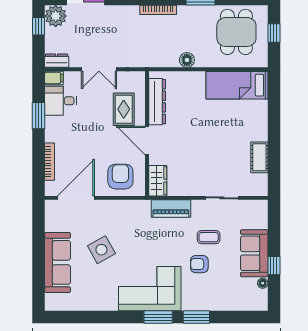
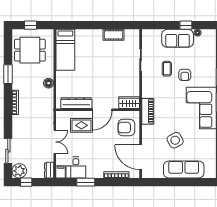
piano: (171, 209) -> (148, 111), moved

